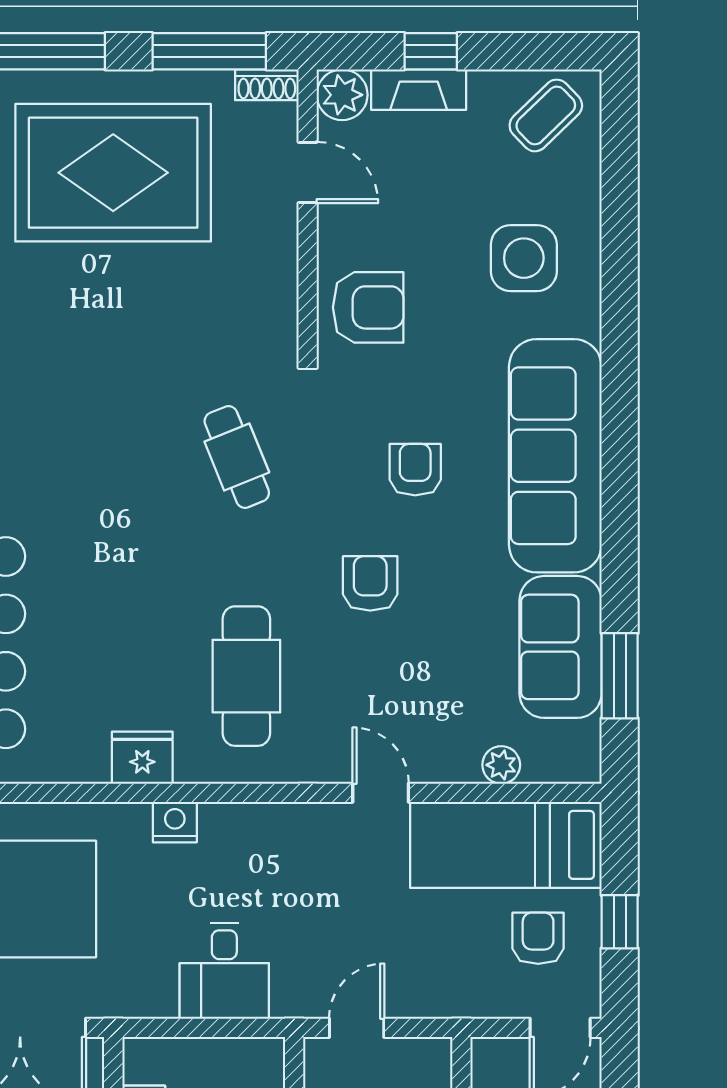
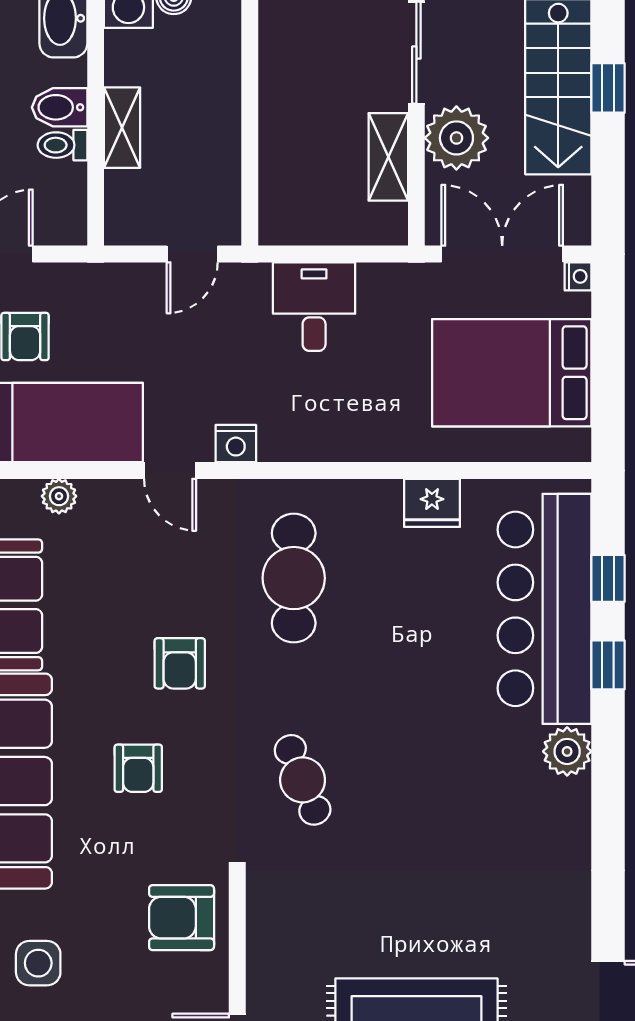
side table: (524, 258) -> (38, 963), width x0.73, depth x0.73
fridge: (142, 758) -> (432, 503), moved
nightstand: (175, 822) -> (236, 444), moved

